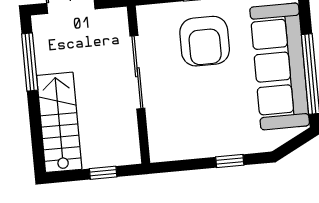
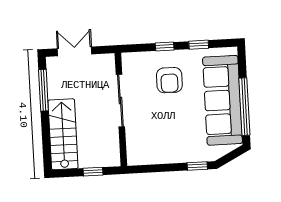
armchair: (205, 41) -> (169, 80), width x0.73, depth x0.73
window: (230, 161) -> (197, 166), moved

